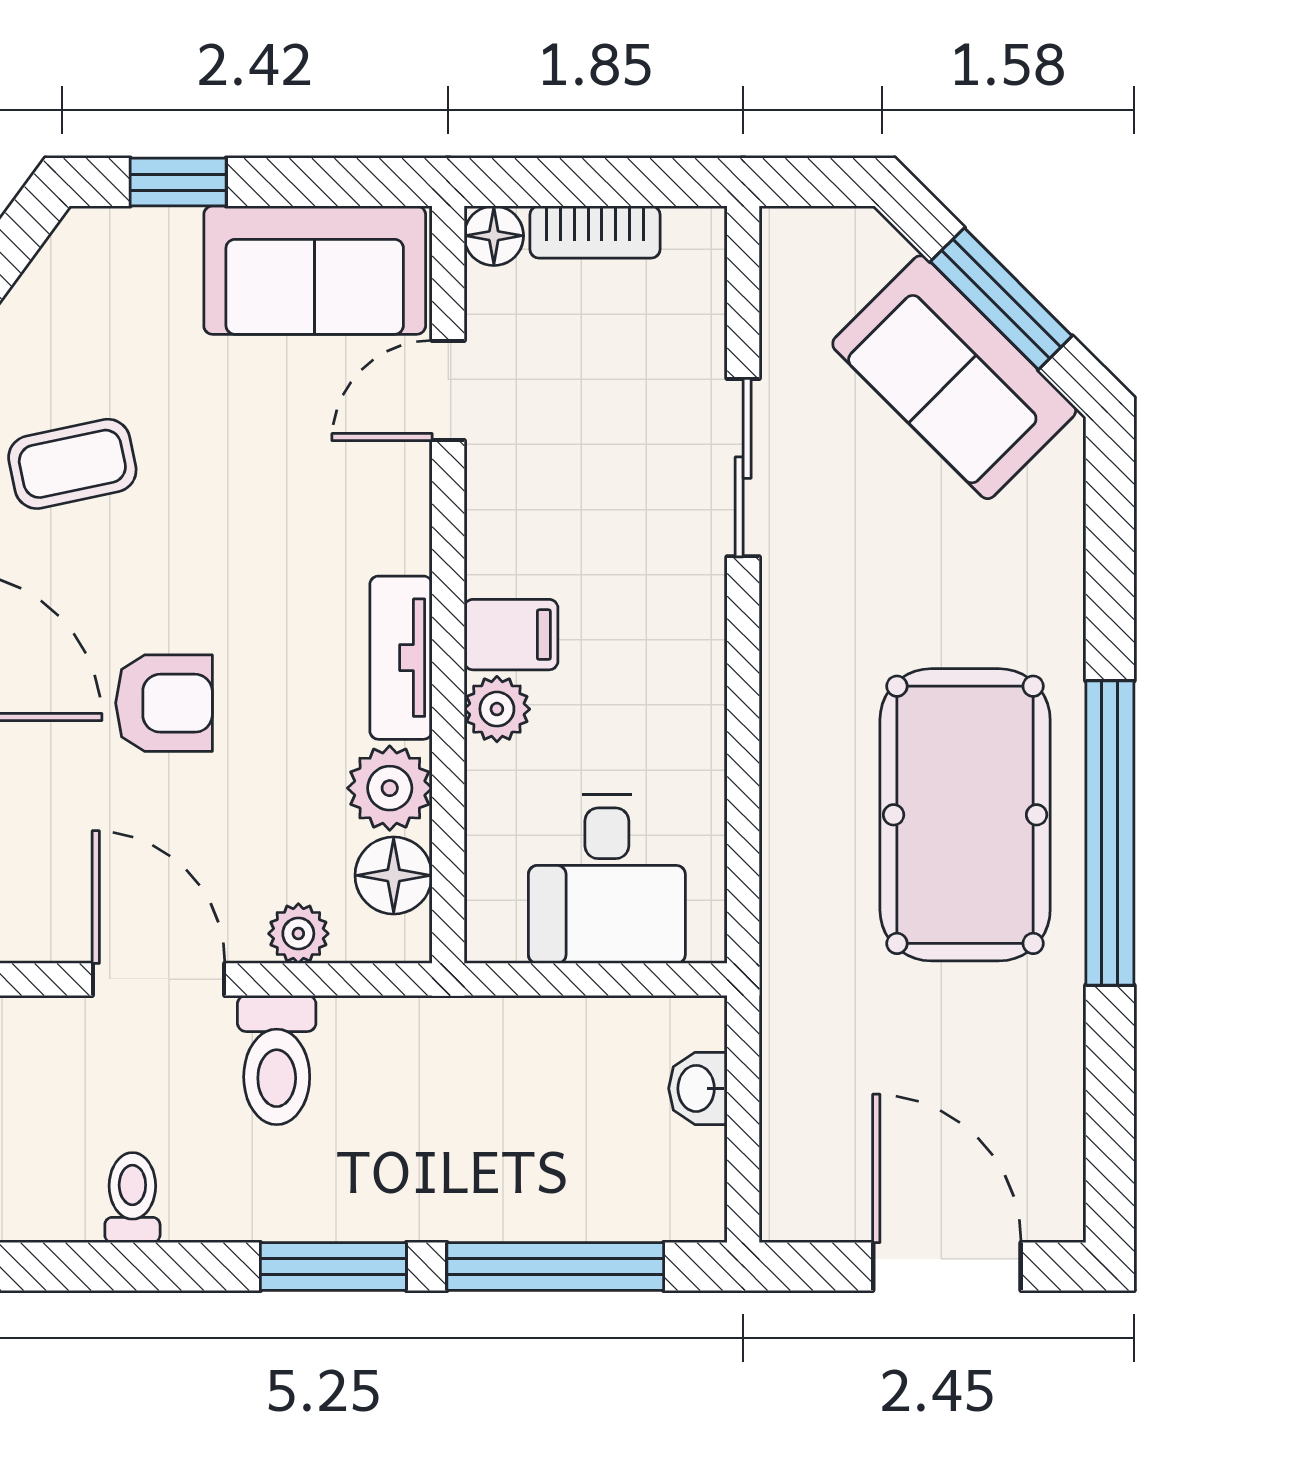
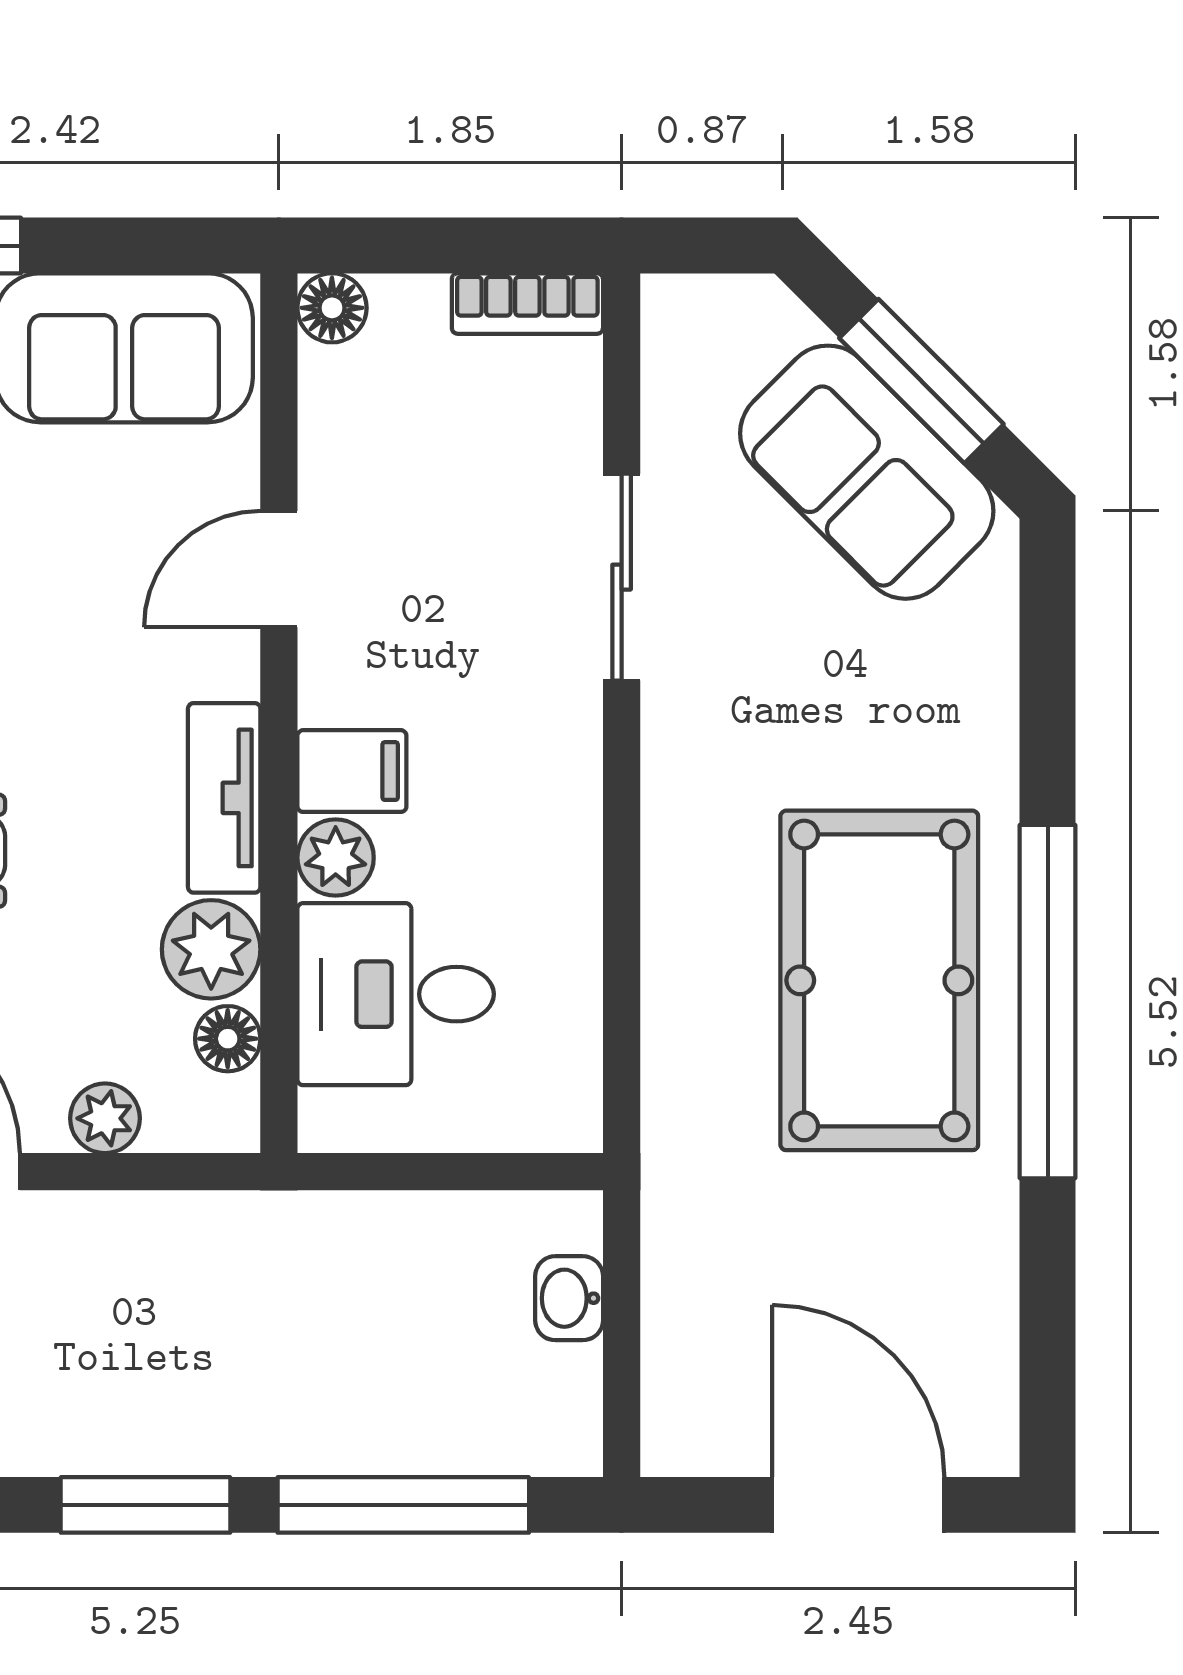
bookcase: (595, 232) -> (527, 304), moved
door: (448, 391) -> (279, 569), moved
floor lamp: (394, 875) -> (228, 1039), width x0.73, depth x0.73
desk: (607, 879) -> (396, 994), moved, turned 90
toilet: (277, 1060) -> (80, 1265), removed

